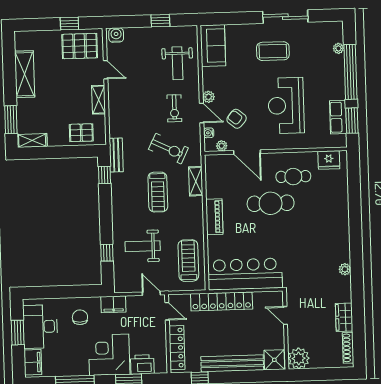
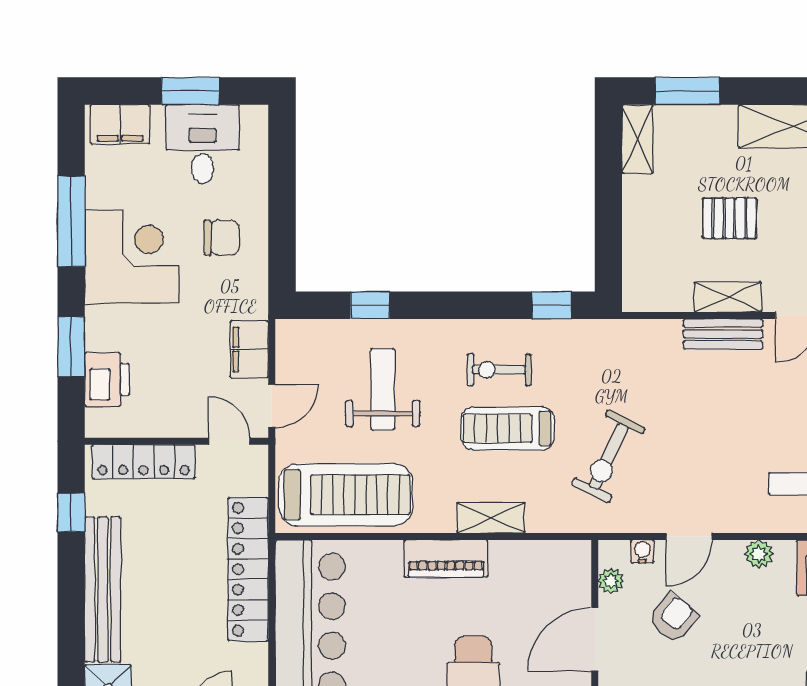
plant: (209, 97) -> (759, 554), moved
exercise bike: (174, 108) -> (499, 370), moved
pallet: (81, 133) -> (730, 218), moved, turned 90
bench: (116, 155) -> (723, 334), moved
shelving: (196, 181) -> (491, 518), moved
treadmill: (188, 261) -> (346, 495), width x1.37, depth x1.38
filing cabinet: (113, 304) -> (249, 349), moved
door: (167, 311) -> (229, 441), swing flipped
desk: (40, 327) -> (203, 144), width x0.73
corner desk: (109, 355) -> (132, 256), moved

